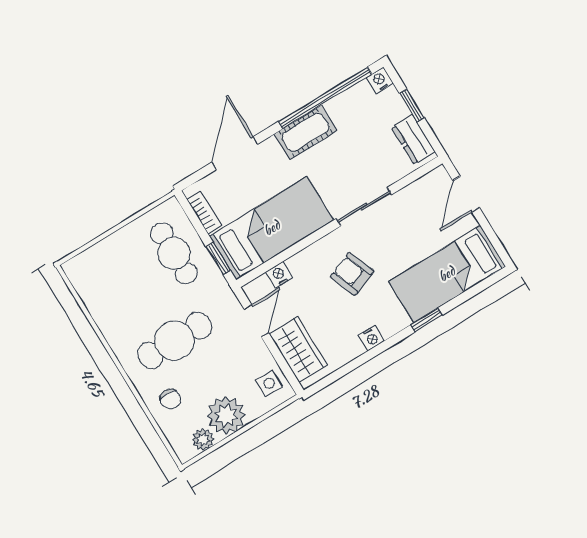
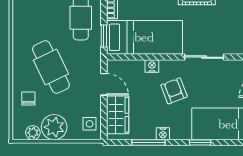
nightstand: (279, 275) -> (152, 66), moved
door: (256, 321) -> (104, 84), hinge flipped
cafe table: (175, 340) -> (51, 67), turned 64
window: (360, 361) -> (148, 143), added
chair: (170, 399) -> (28, 99), turned 180

